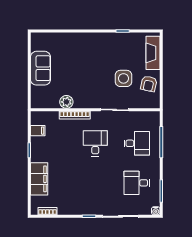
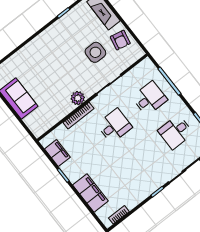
plant: (66, 102) -> (78, 98), moved
filing cabinet: (38, 131) -> (57, 153), width x2.00
desk: (95, 143) -> (114, 126), turned 90

